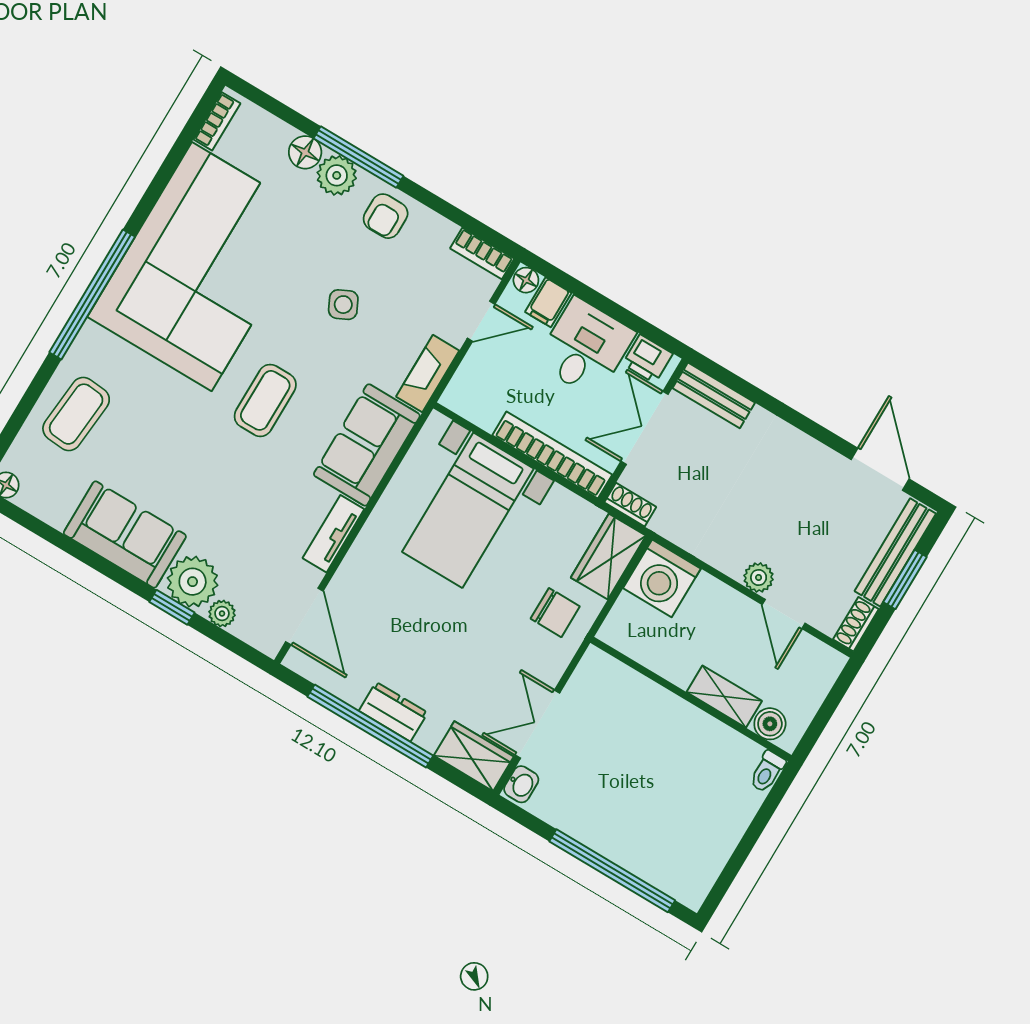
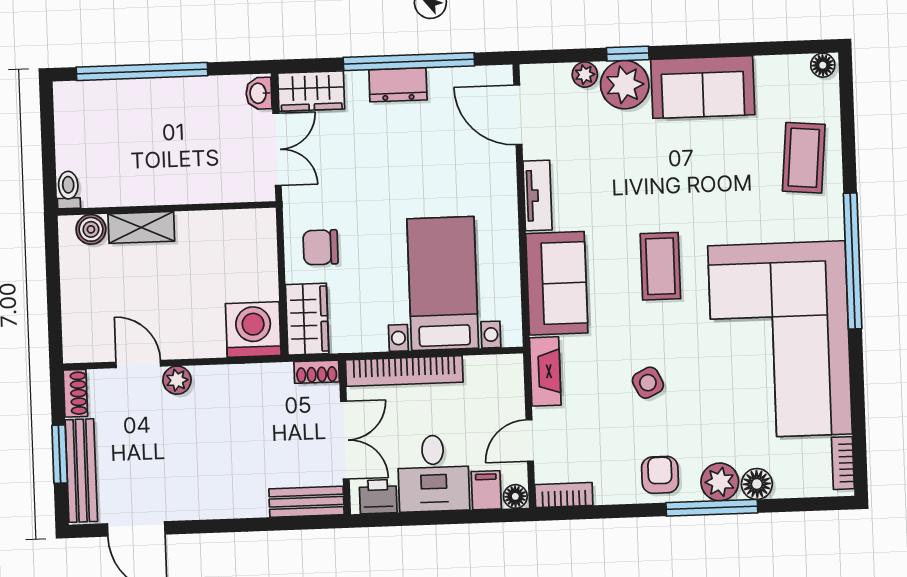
shelving: (724, 697) -> (141, 227), moved
wall: (691, 699) -> (167, 208), moved
boiler: (770, 724) -> (91, 229), moved
toilet: (767, 772) -> (68, 190), moved

